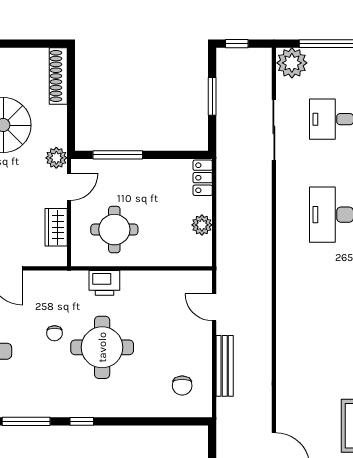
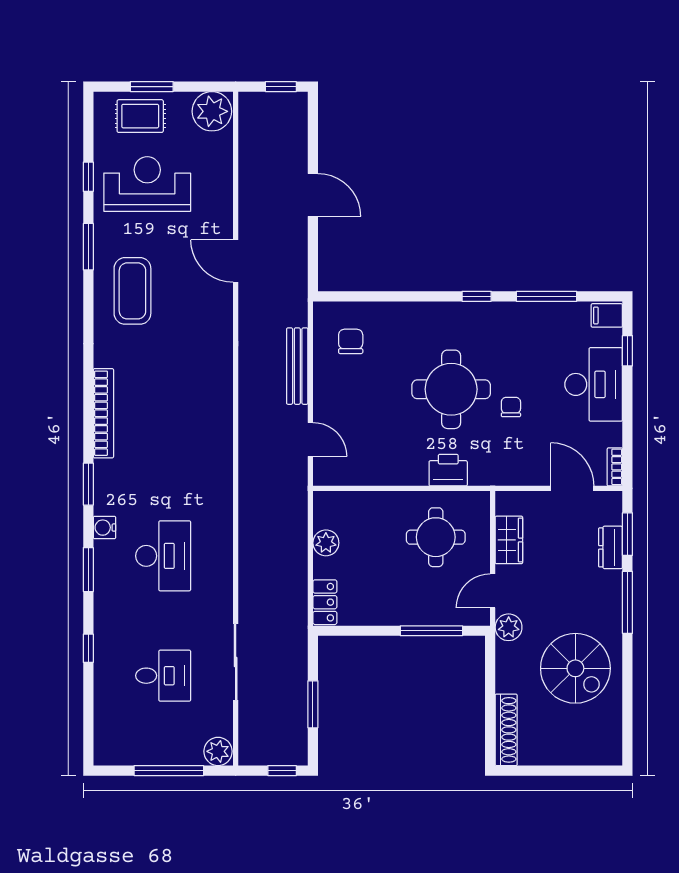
plant: (292, 63) -> (218, 751), width x0.73, depth x0.73

